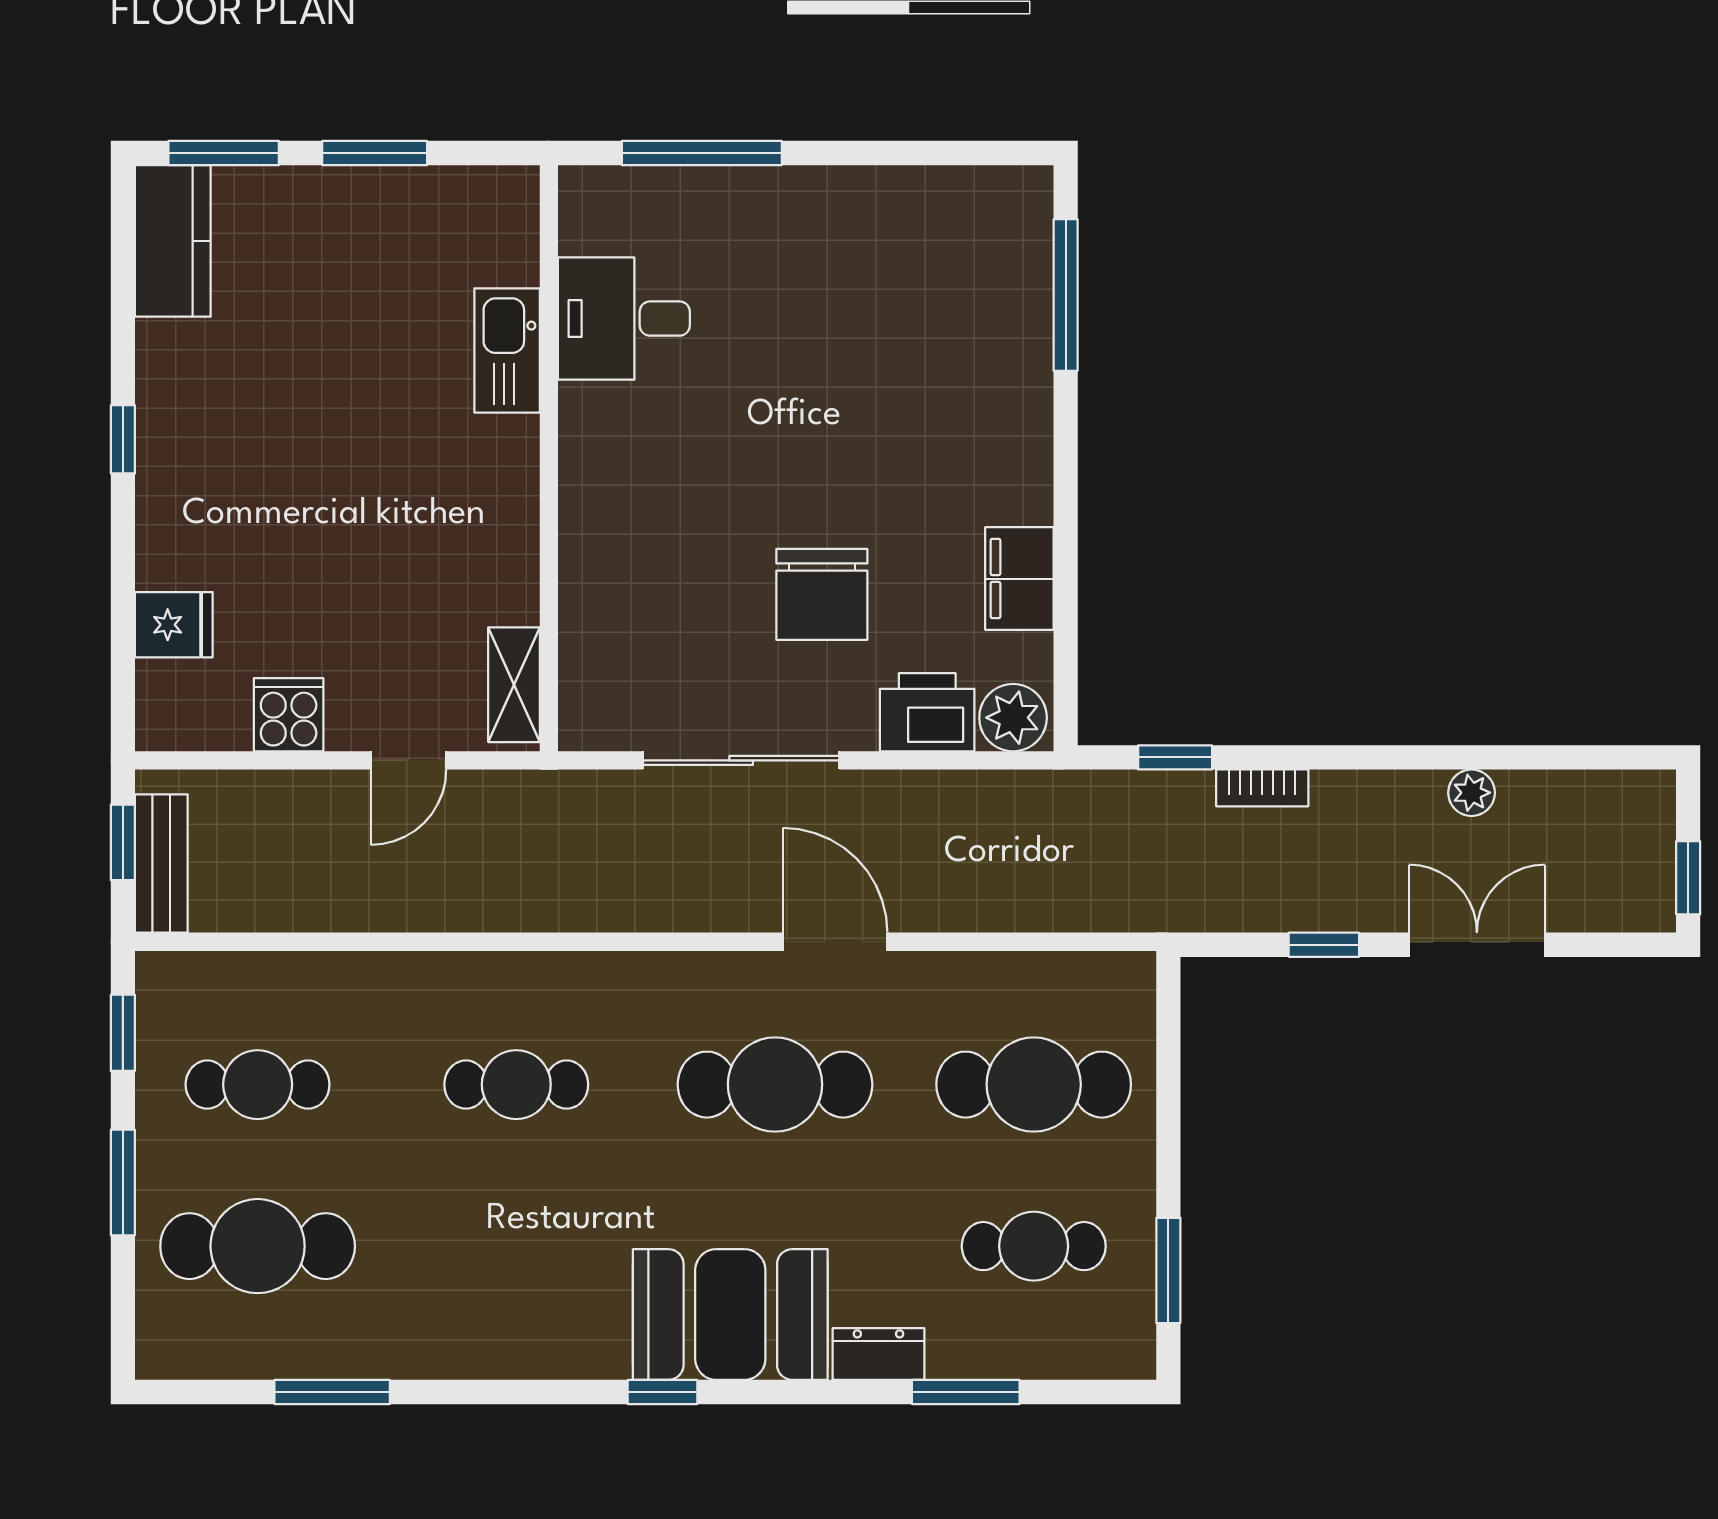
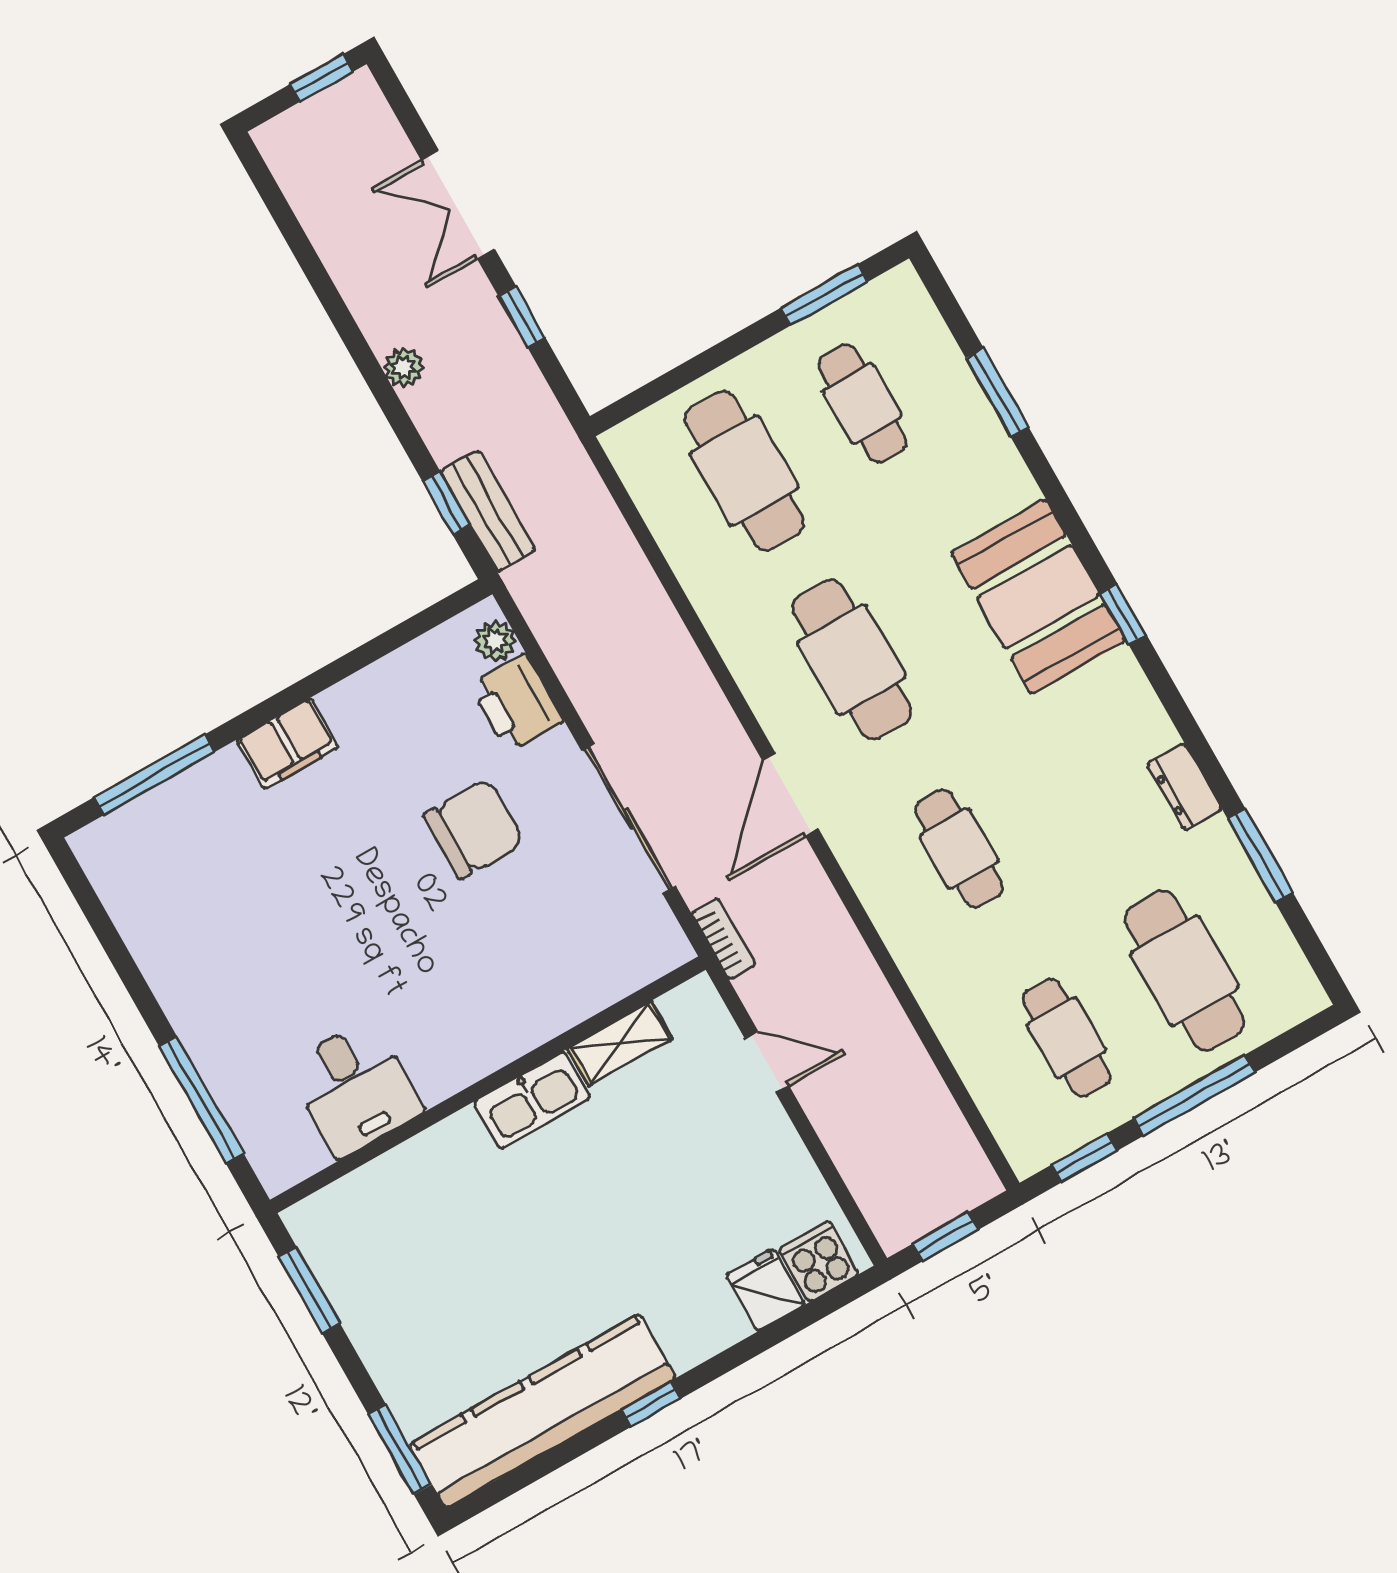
window: (375, 153) -> (309, 1290), moved
kitchen counter: (173, 241) -> (542, 1411), width x2.08, depth x1.17
kitchen sink: (507, 350) -> (532, 1100), moved
filing cabinet: (1019, 579) -> (287, 744), moved
shelving: (514, 685) -> (620, 1043), moved
cooker: (289, 715) -> (819, 1261), moved, turned 90
plant: (1013, 718) -> (495, 641), width x0.73, depth x0.73
bookcase: (1262, 788) -> (723, 939), moved
plant: (1472, 793) -> (404, 367), moved
bench: (161, 864) -> (488, 511), moved, turned 90
door: (835, 942) -> (790, 795), moved
window: (123, 1182) -> (1194, 1095), width x1.44
dresser: (878, 1354) -> (1184, 787), moved

